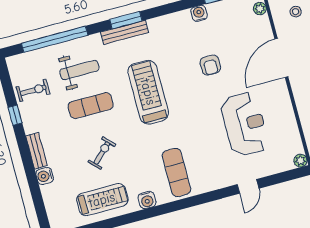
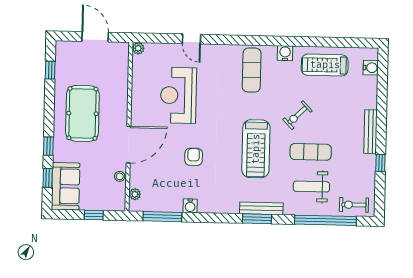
stool: (296, 12) -> (120, 176), moved
exercise bike: (33, 90) -> (354, 205), moved
bench: (36, 151) -> (370, 132), width x1.36
exercise bike: (102, 153) -> (297, 115), moved
water cooler: (45, 176) -> (371, 68), moved
door: (248, 186) -> (191, 39), swing flipped

